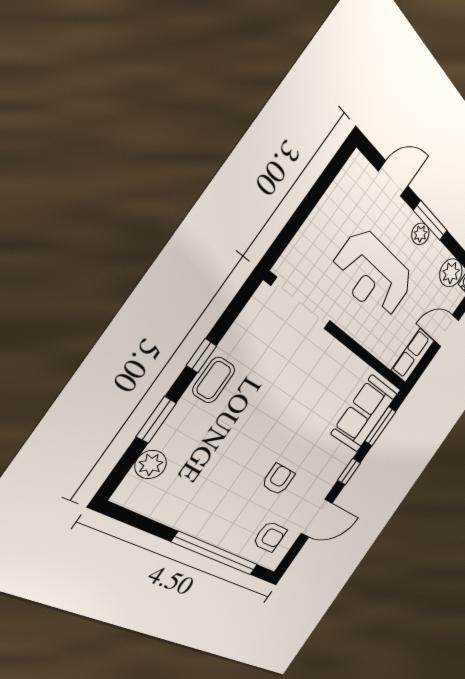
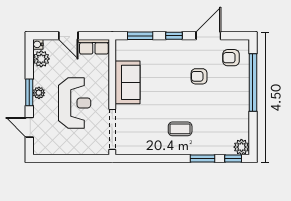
window: (202, 356) -> (233, 158), moved
coffee table: (214, 380) -> (180, 129), moved
sofa: (364, 414) -> (128, 82), moved, turned -90
plant: (151, 465) -> (241, 147), moved
door: (317, 518) -> (208, 36), hinge flipped
armchair: (270, 537) -> (231, 58), turned -90

